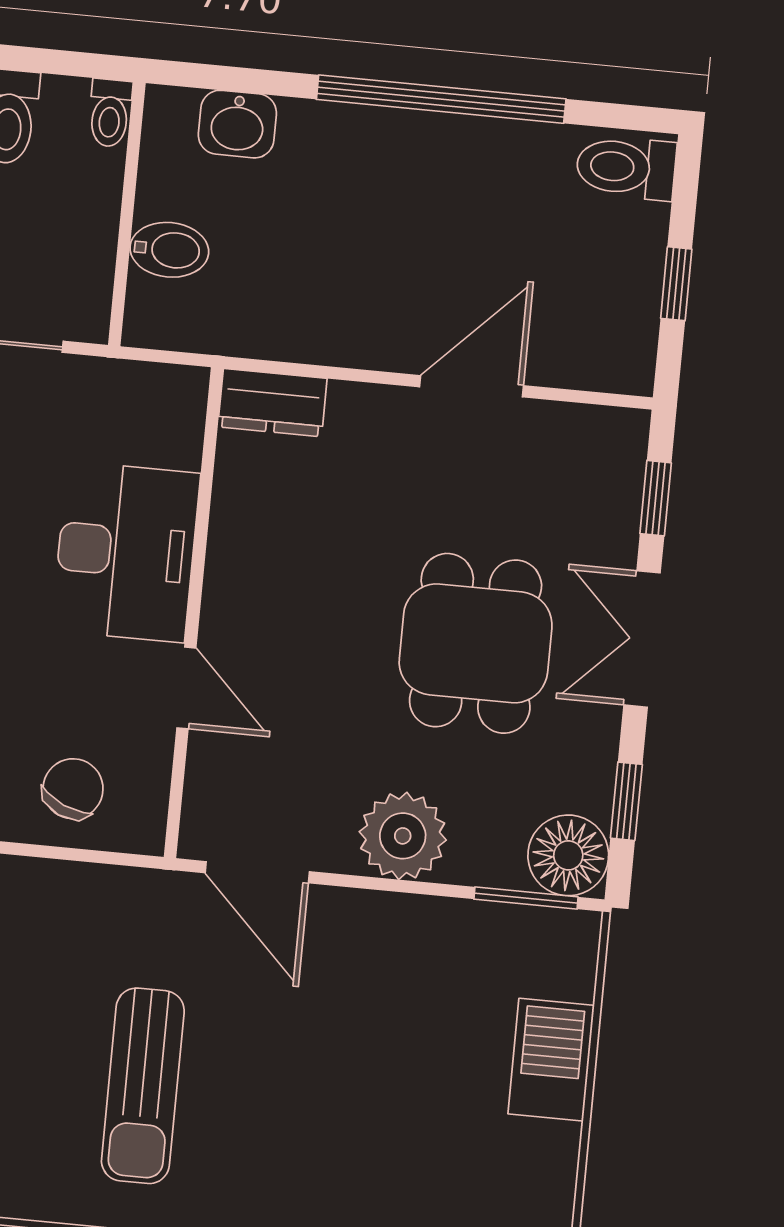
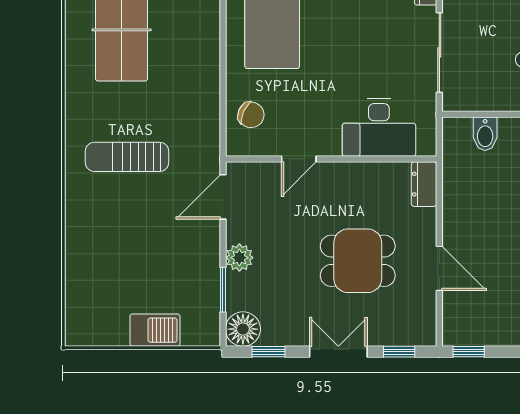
window: (676, 284) -> (469, 352), moved
desk: (126, 552) -> (379, 128), moved
dining table: (476, 643) -> (358, 261), moved
plant: (403, 836) -> (239, 258), width x0.73, depth x0.73
window: (526, 898) -> (223, 290), moved

